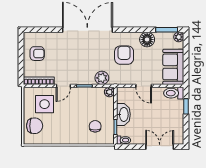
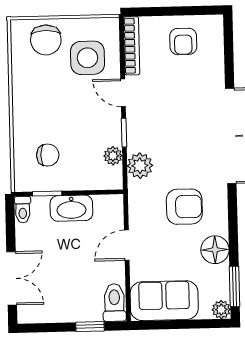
plant: (109, 92) -> (113, 156), moved

